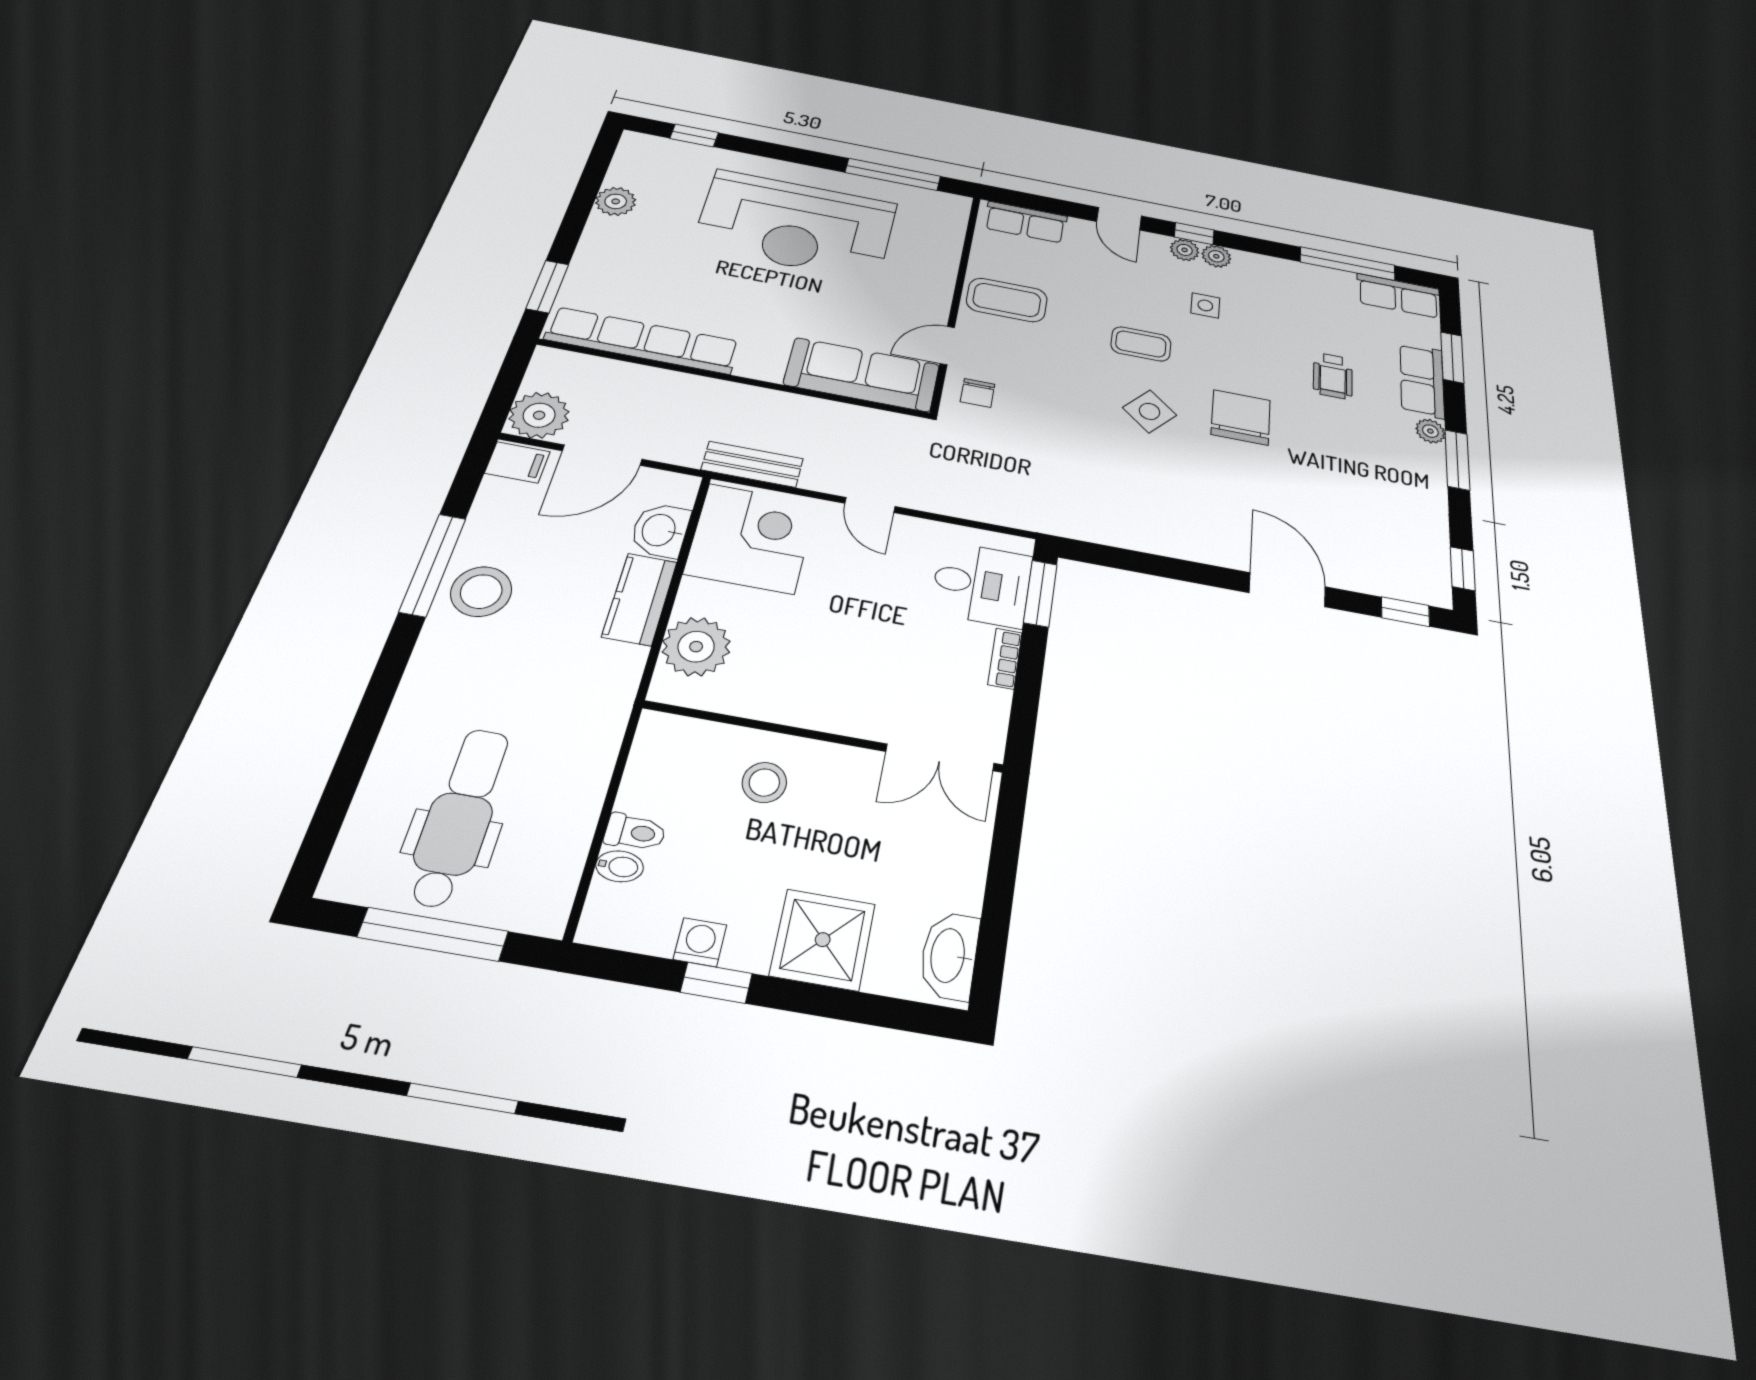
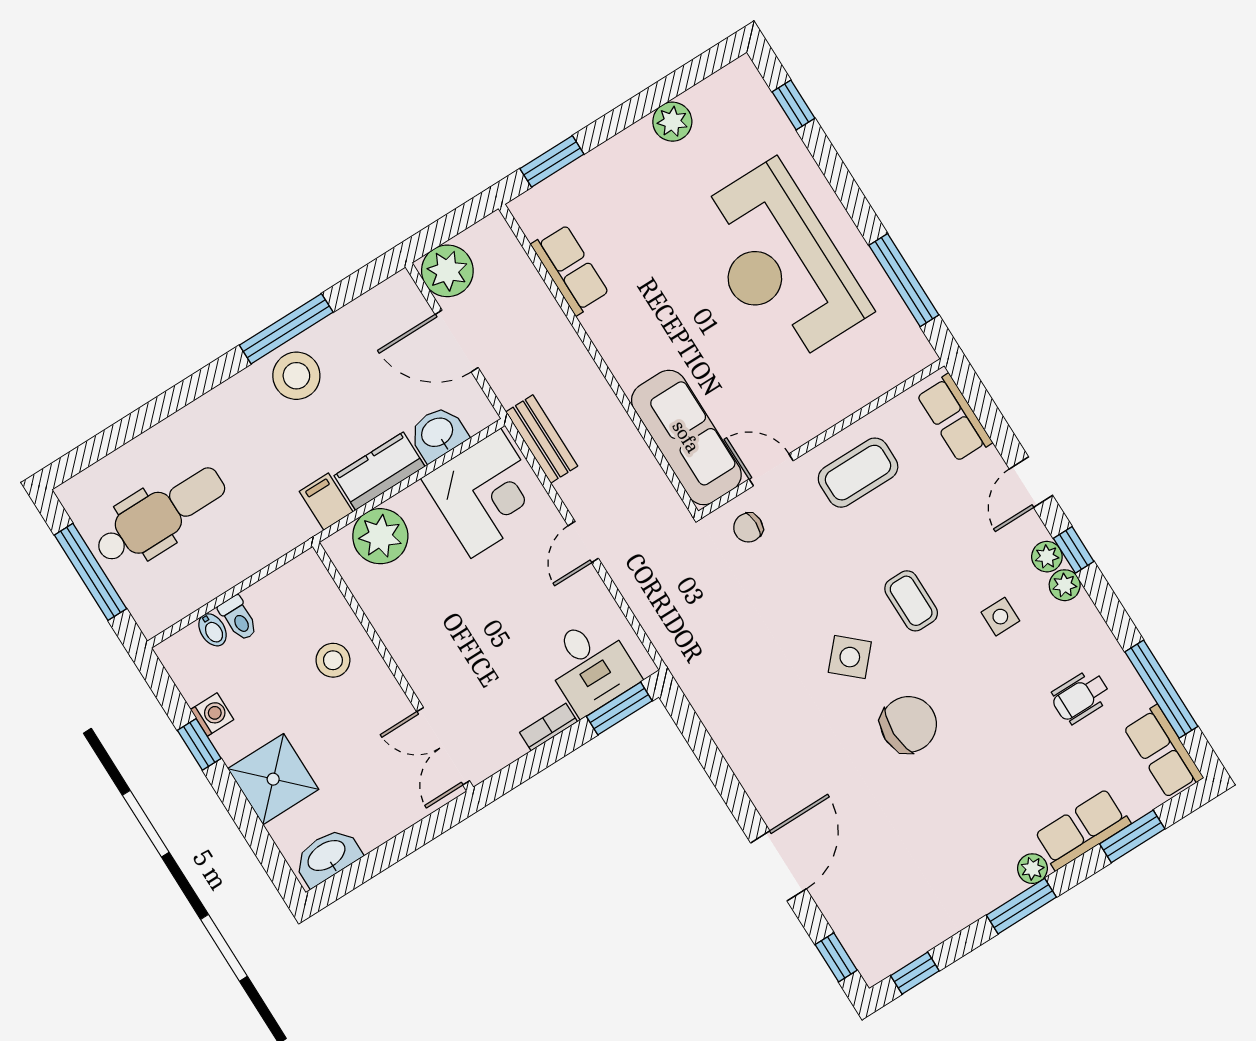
coffee table: (1007, 300) -> (858, 473), turned 90
row of seats: (643, 340) -> (570, 270), width x0.50
wheelchair: (1333, 376) -> (1081, 697), moved
filing cabinet: (517, 462) -> (326, 502), moved, turned 180

